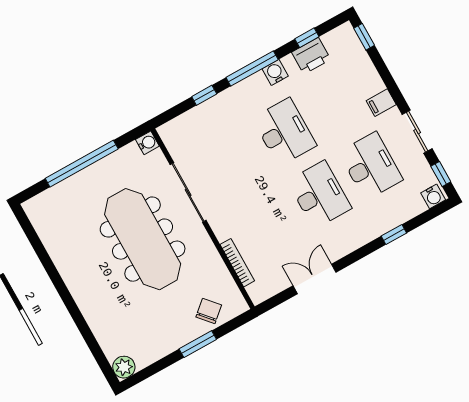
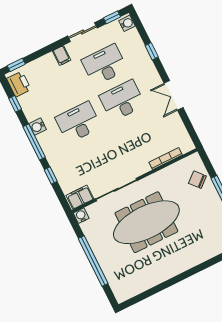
printer: (311, 56) -> (19, 84), moved
filing cabinet: (175, 140) -> (80, 197), added
double door: (315, 279) -> (174, 95), moved

